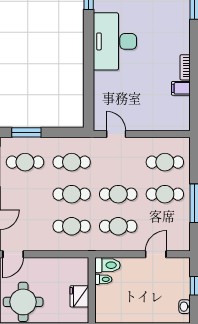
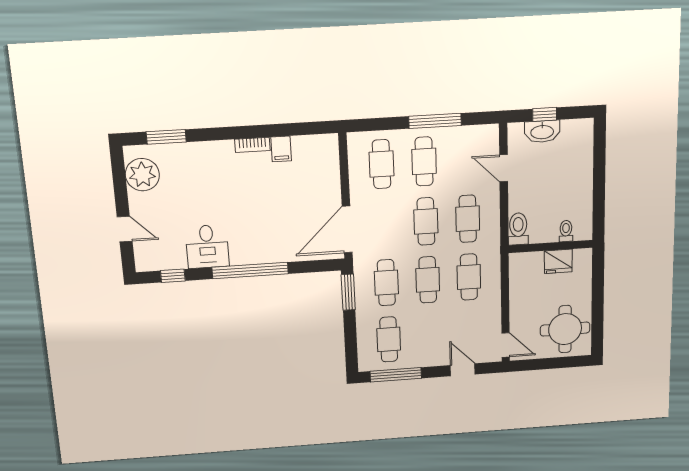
desk: (115, 41) -> (207, 246), width x0.53, depth x0.77
window: (89, 59) -> (250, 271), added
window: (26, 132) -> (348, 292), moved
door: (116, 134) -> (347, 229), width x1.88
toilet: (103, 279) -> (566, 231), moved
washbasin: (185, 307) -> (542, 132), moved, width x1.91, depth x1.45

